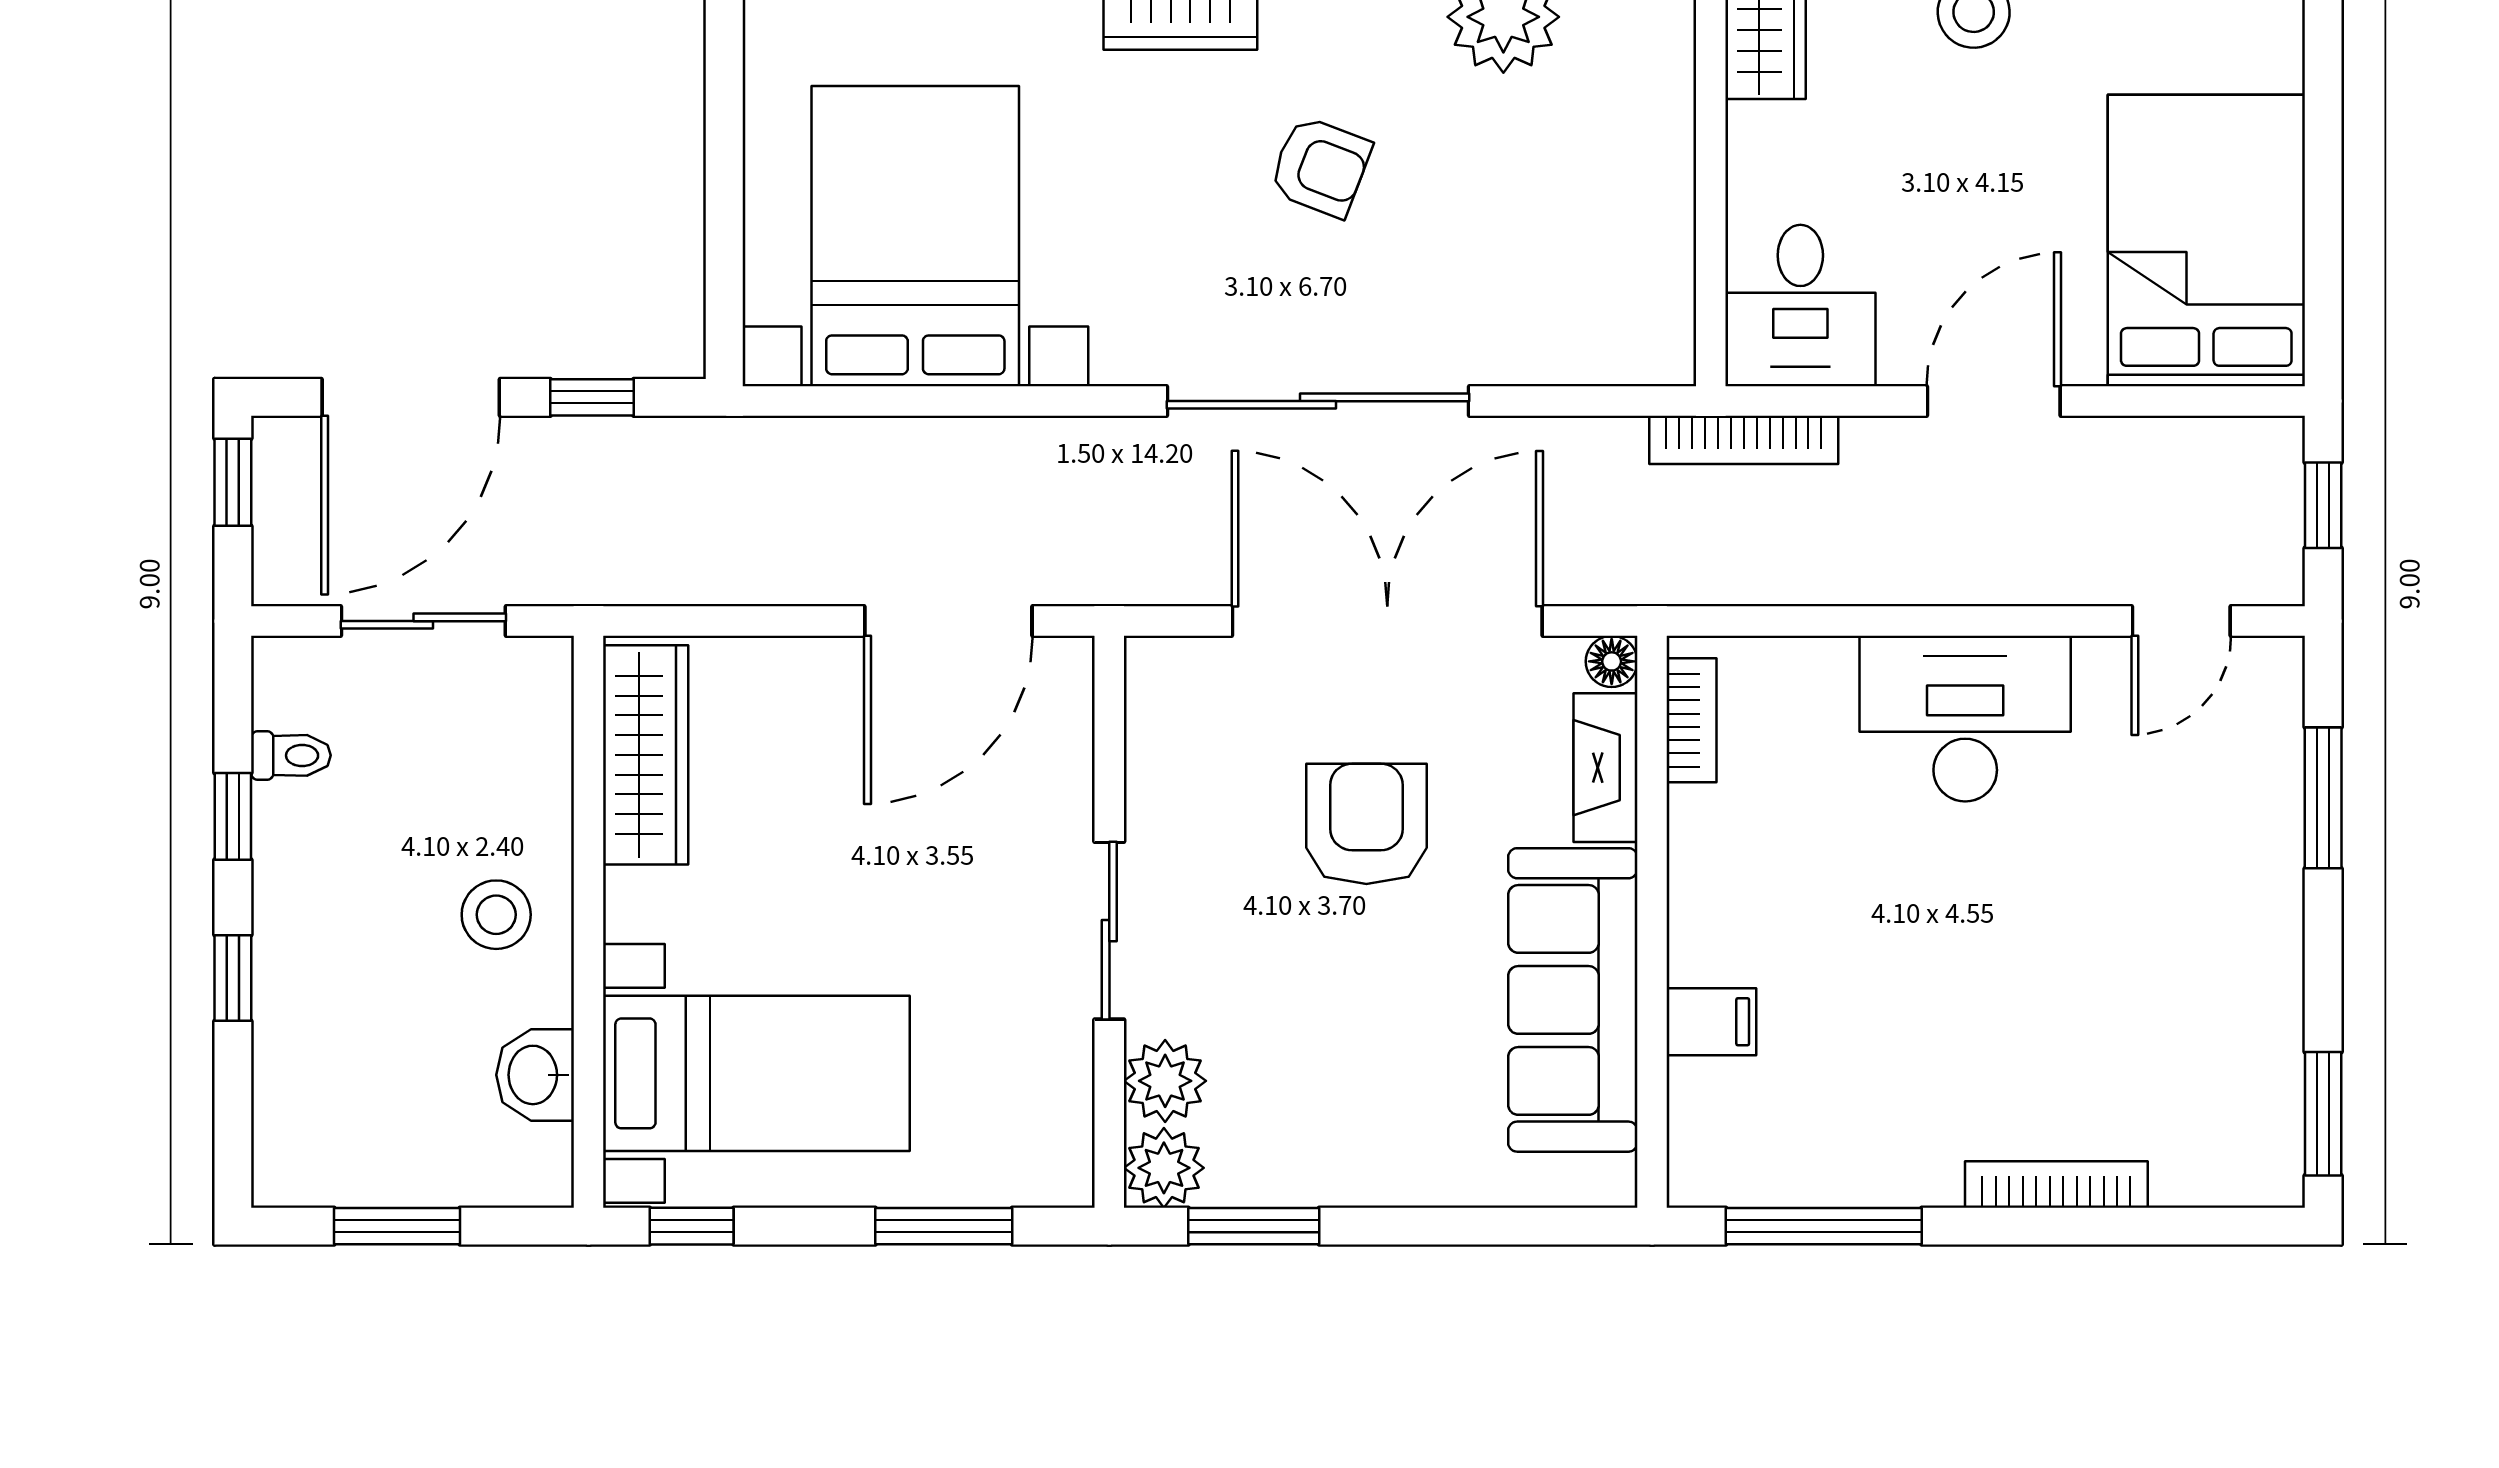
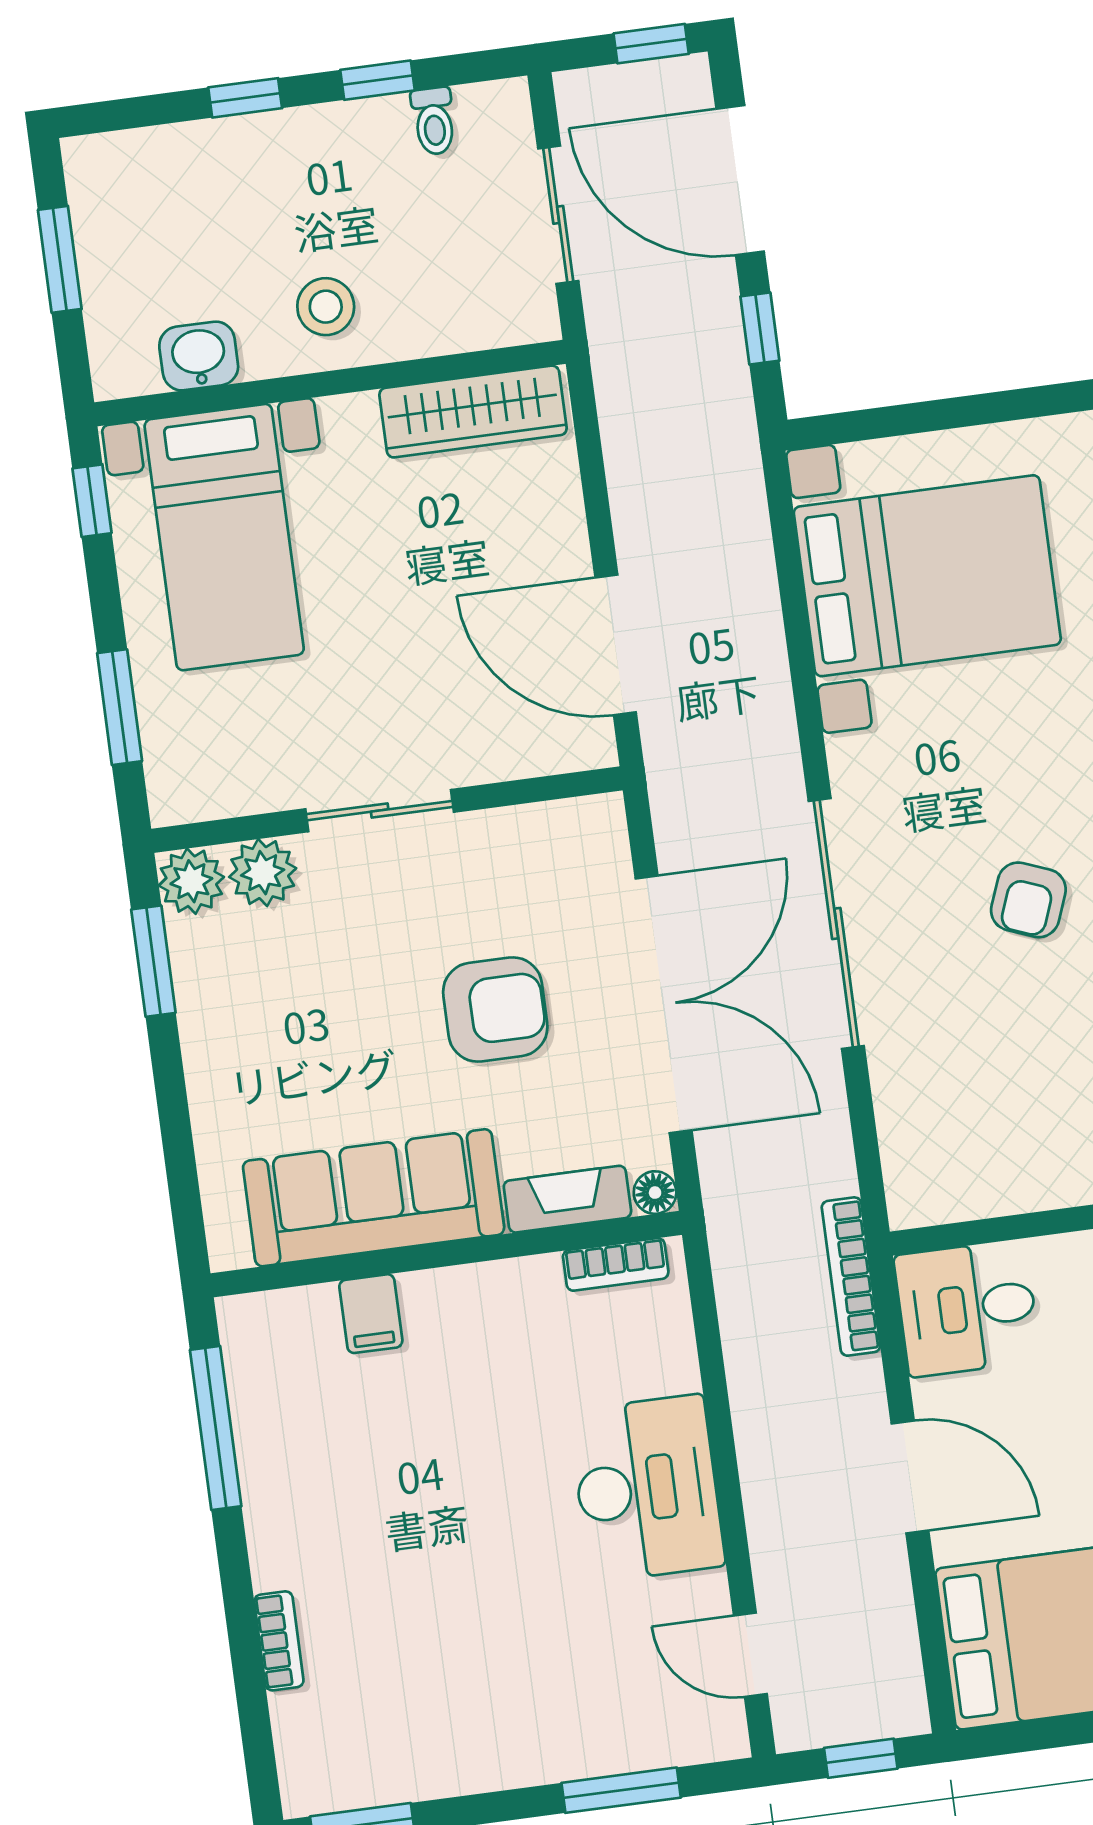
bookcase: (2056, 1184) -> (279, 1641), width x0.64

